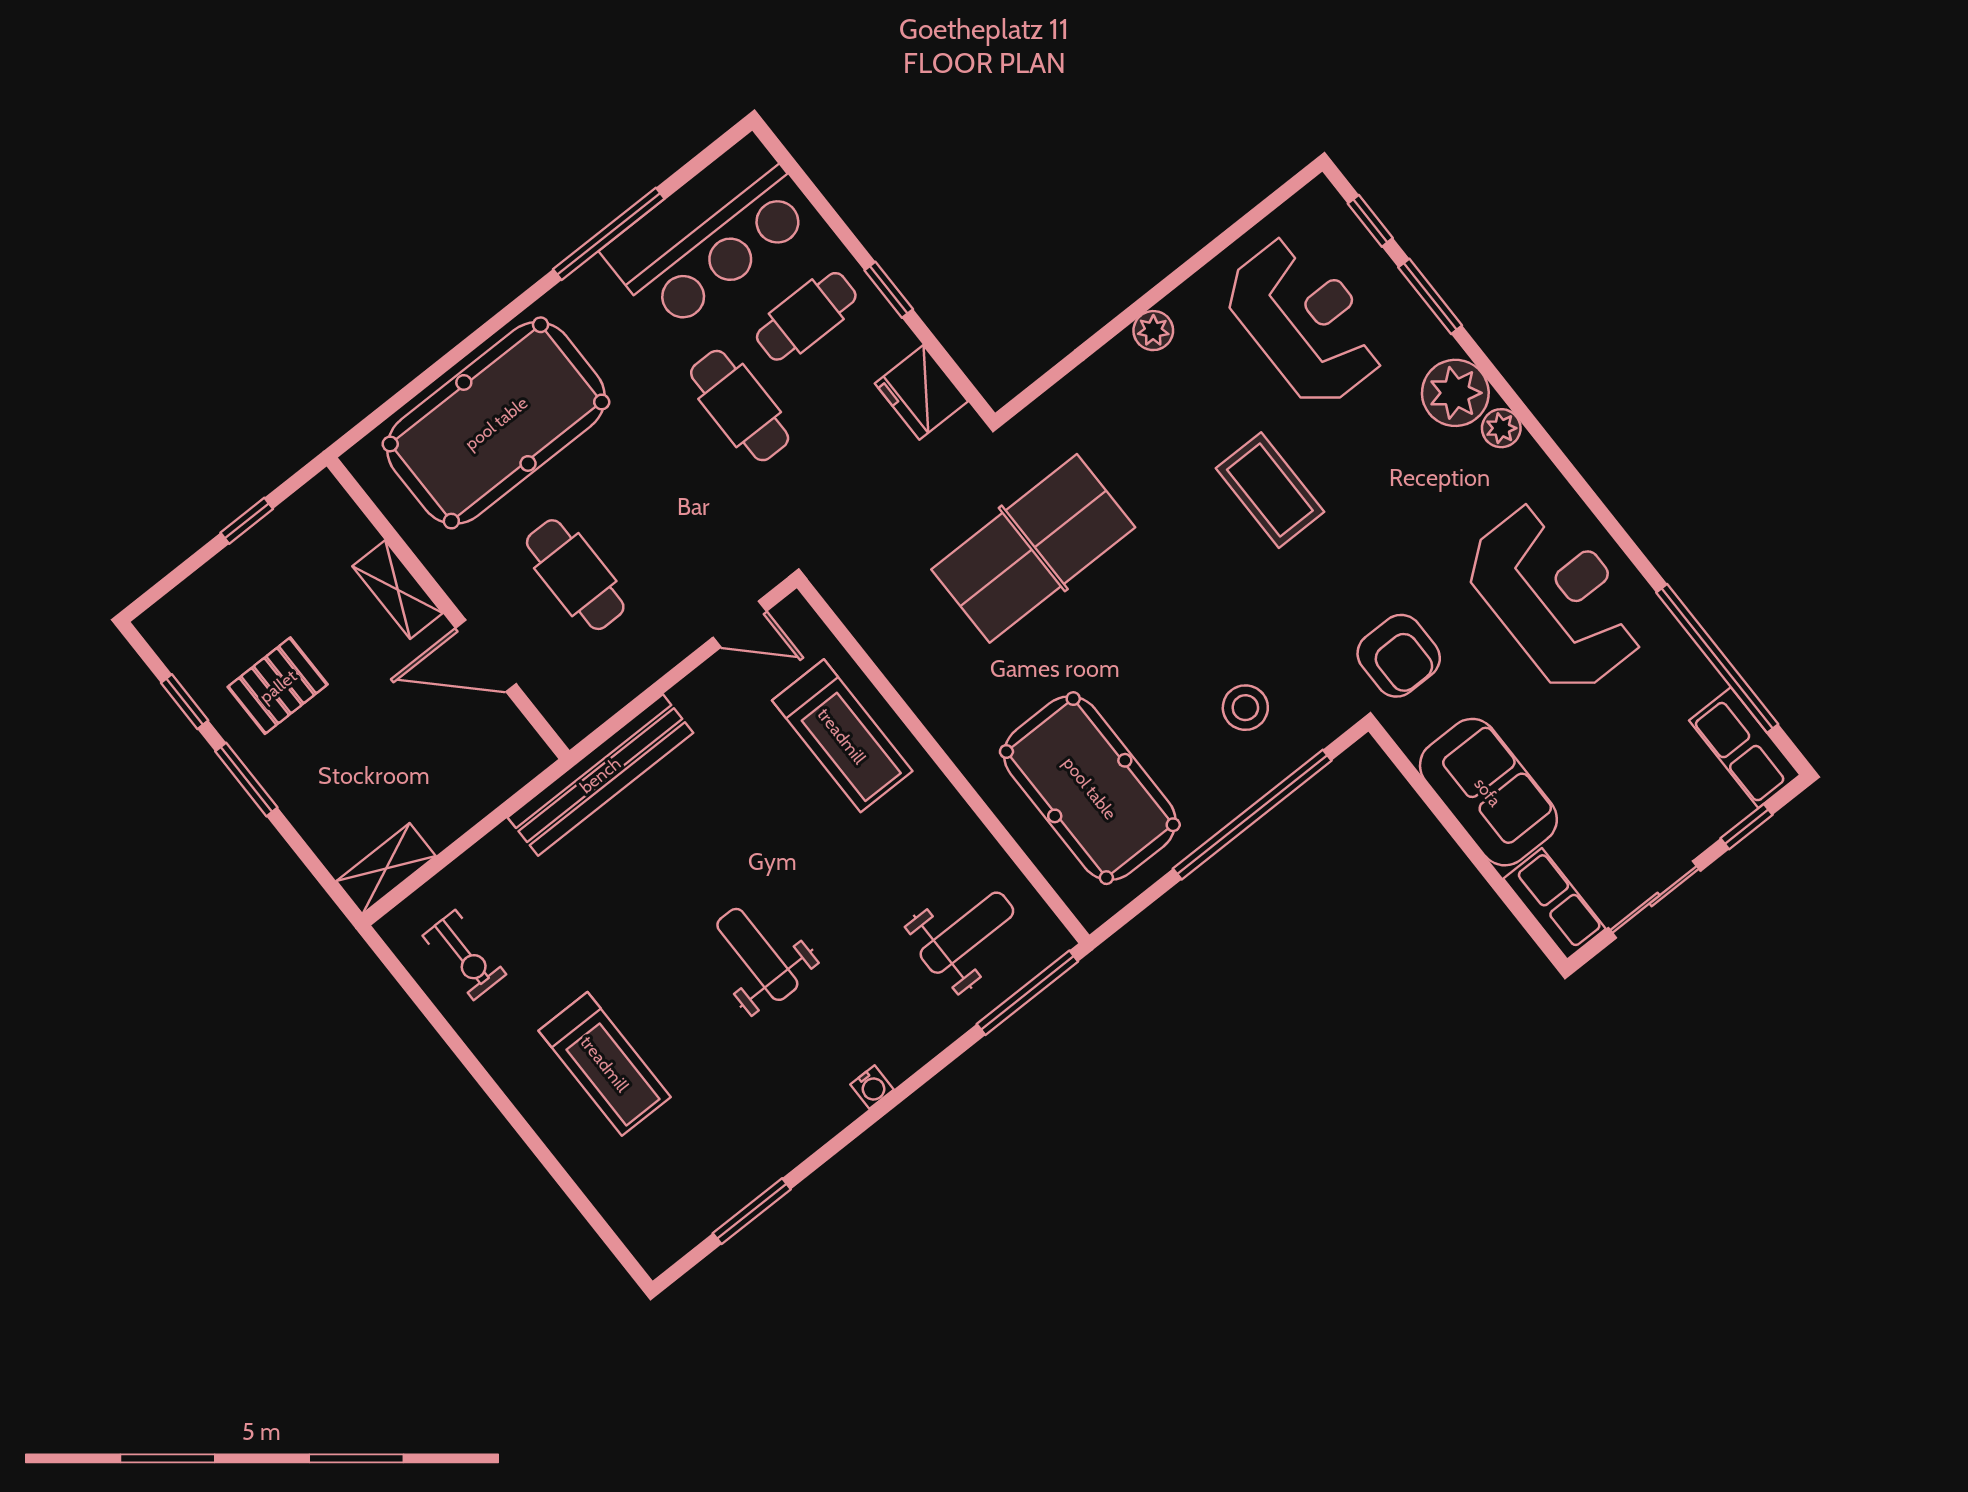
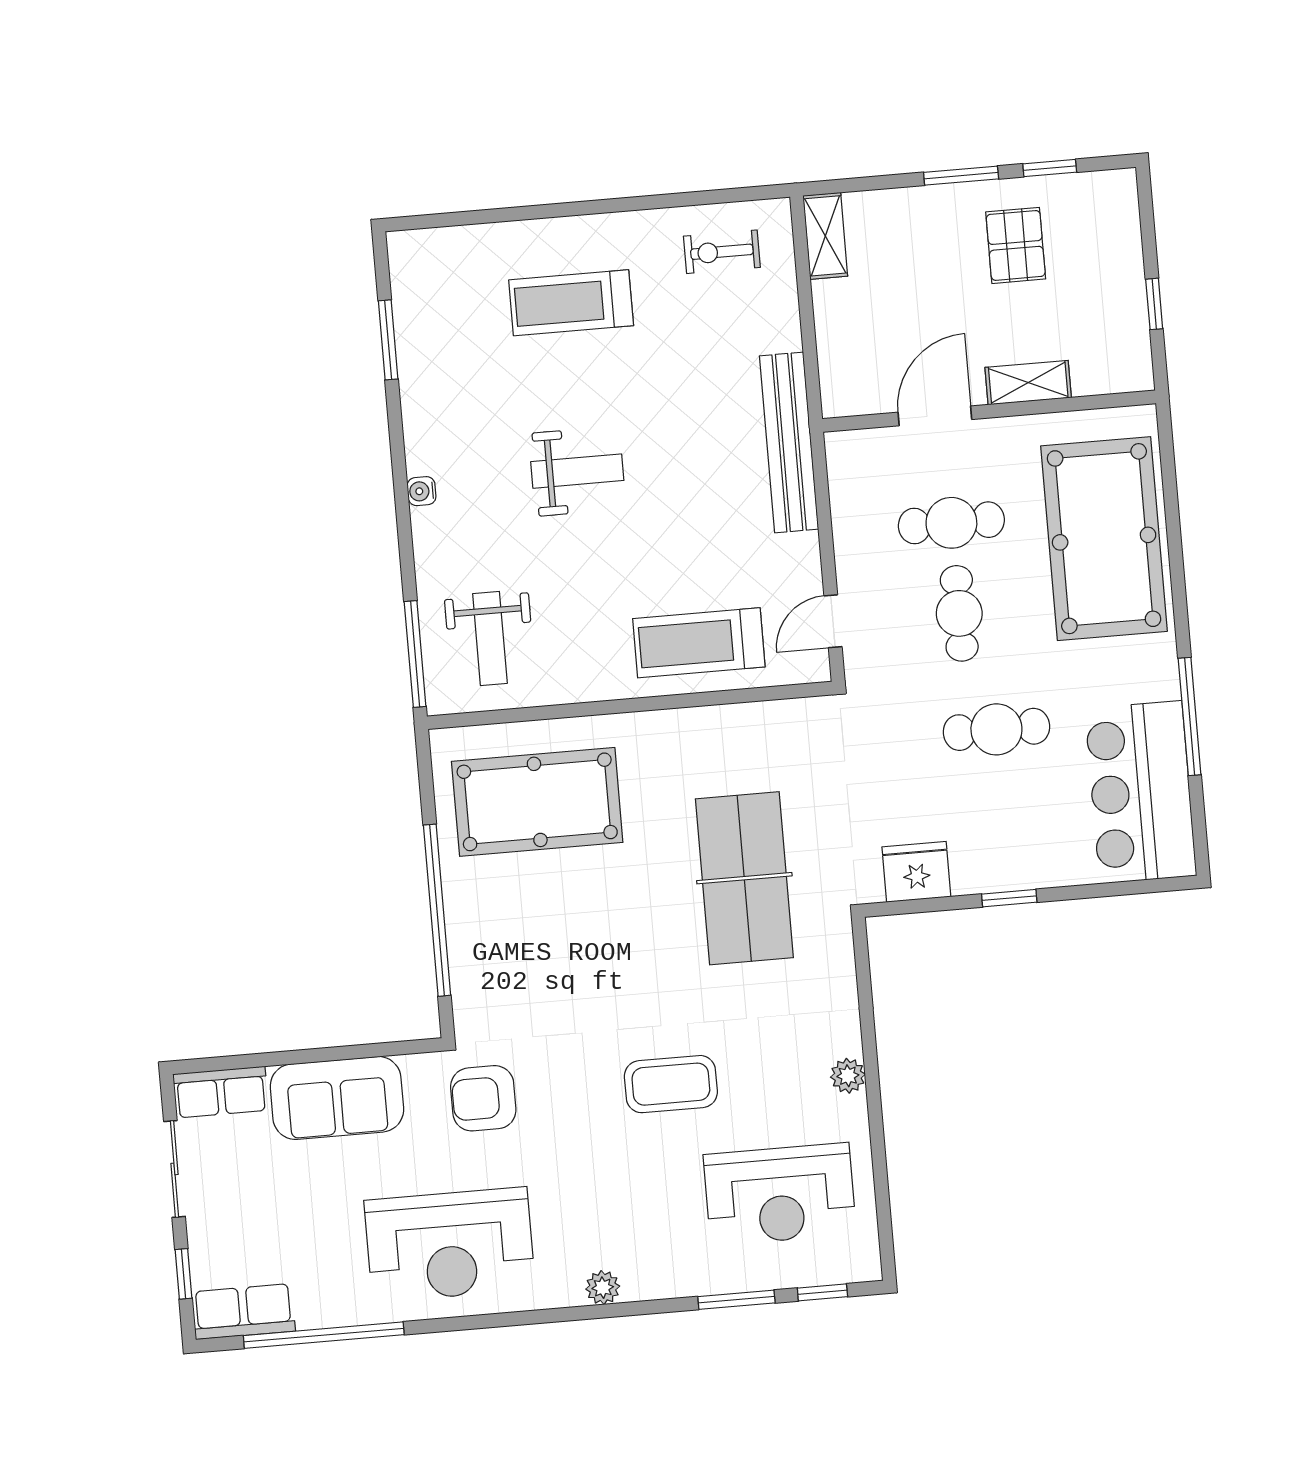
cafe table: (806, 316) -> (959, 613), moved
plant: (1455, 393) -> (652, 1271), removed
stool: (1245, 708) -> (520, 958), removed

